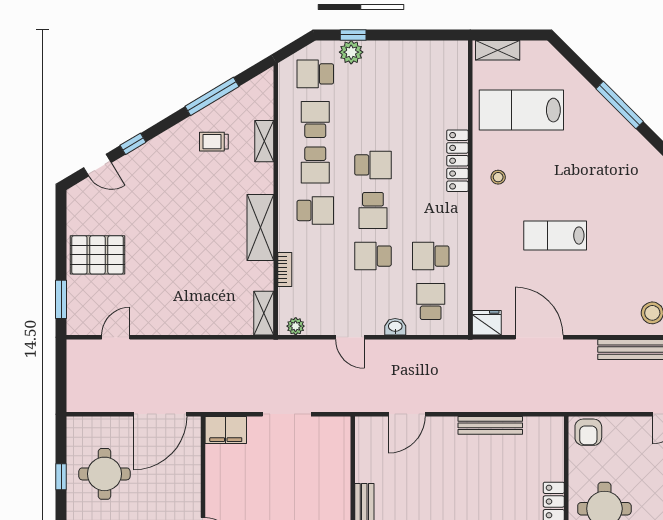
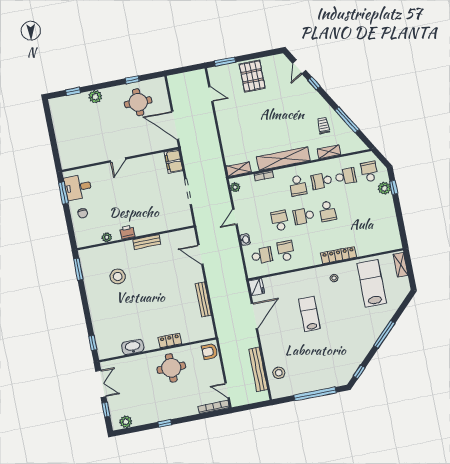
shelving: (260, 228) -> (283, 159), width x1.47

